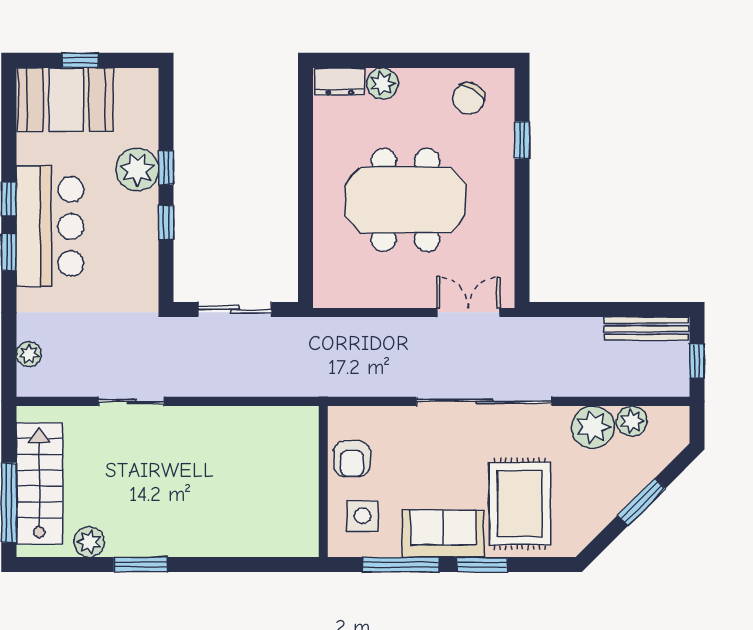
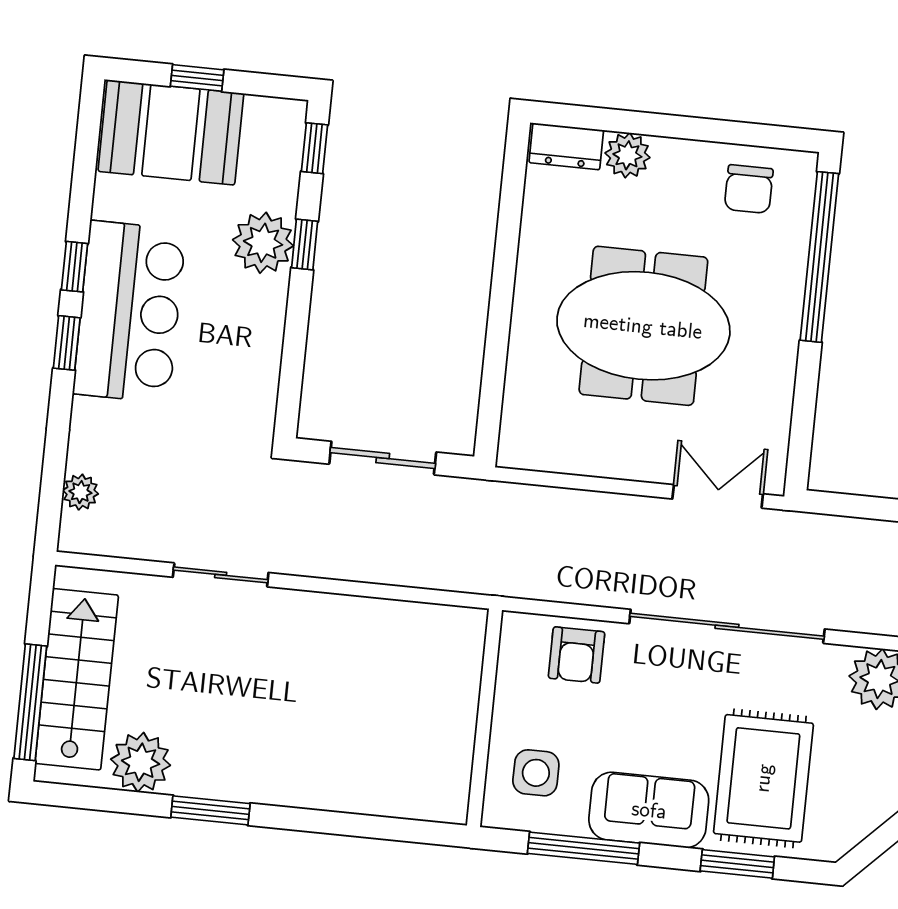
chair: (468, 98) -> (749, 189), turned -32
window: (522, 140) -> (819, 257), width x3.17
window: (166, 222) -> (314, 148), moved
armchair: (352, 459) -> (577, 655), moved
plant: (89, 542) -> (141, 762), width x1.36, depth x1.36
window: (482, 565) -> (737, 864), moved

